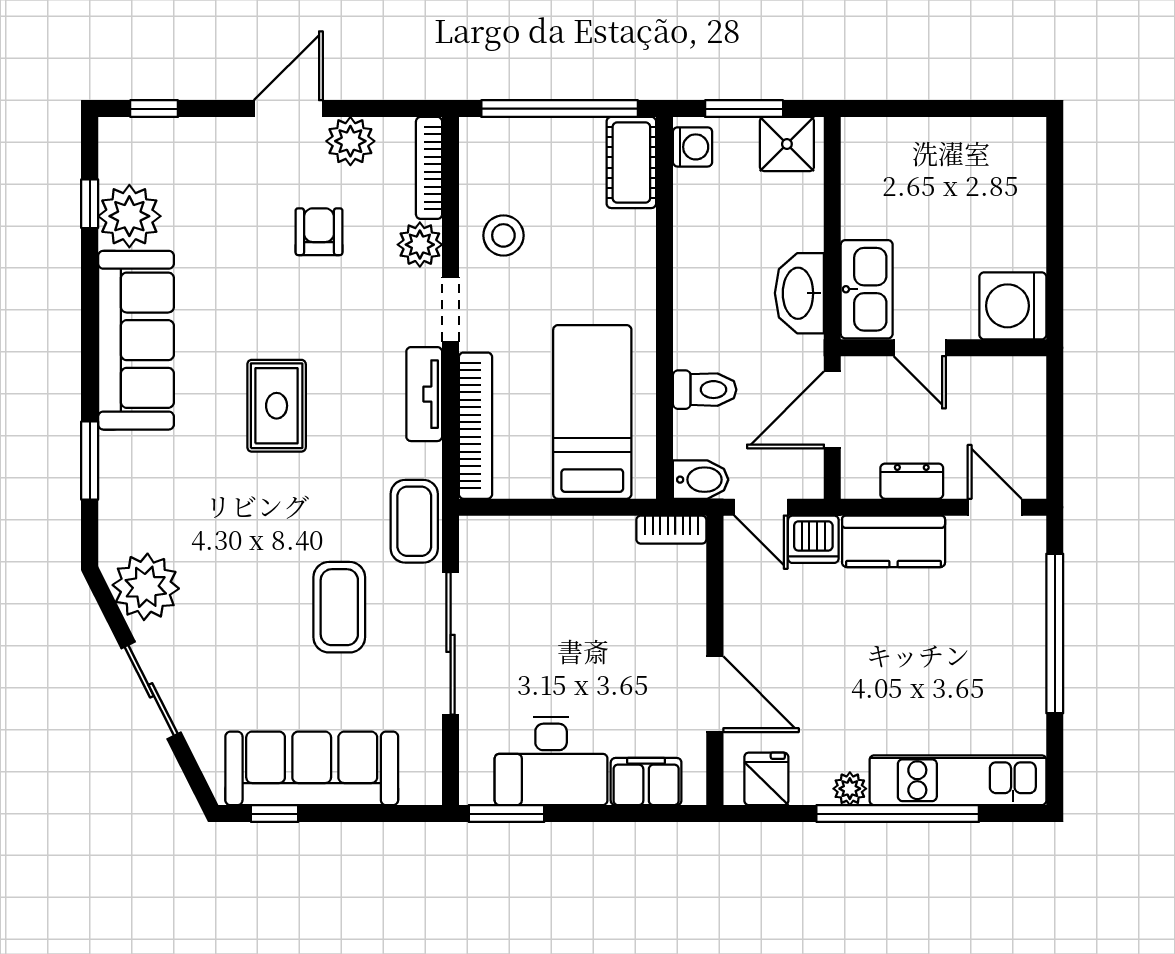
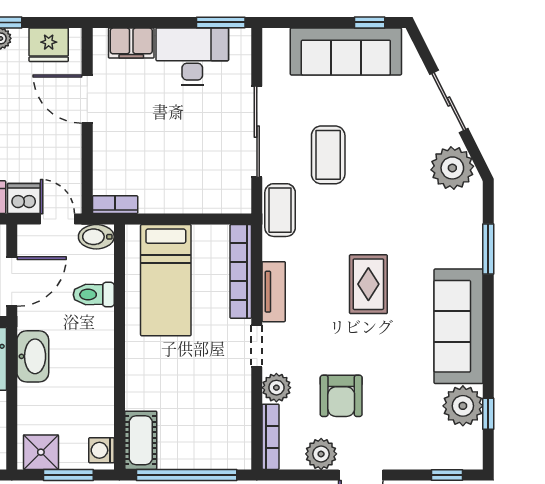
armchair: (319, 232) -> (341, 396), width x1.38, depth x1.38
stool: (503, 235) -> (223, 393), removed
fridge: (766, 779) -> (49, 45), width x1.38

